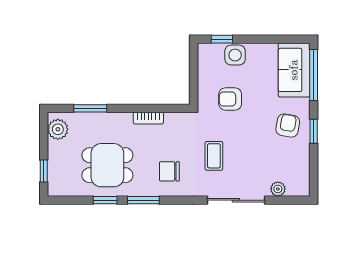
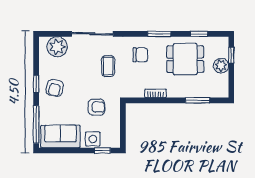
sofa: (294, 70) -> (60, 136), moved, turned -90
plant: (58, 129) -> (221, 66), moved
plant: (278, 189) -> (57, 47), width x1.88, depth x1.88
window: (105, 200) -> (199, 34), moved

